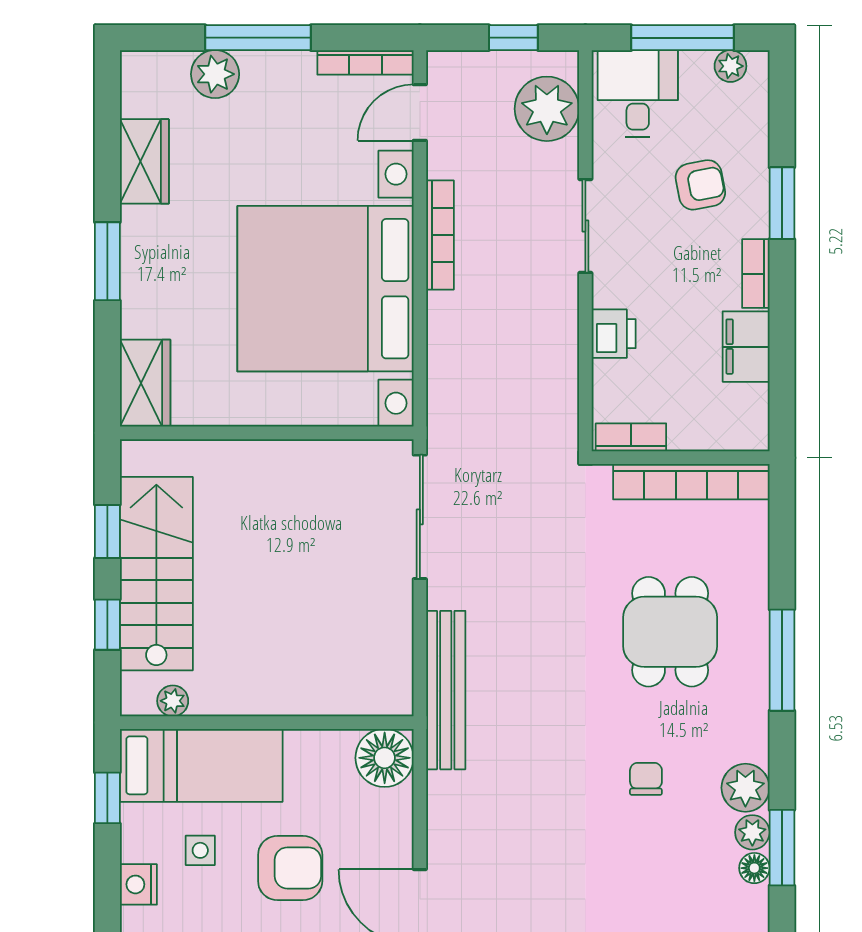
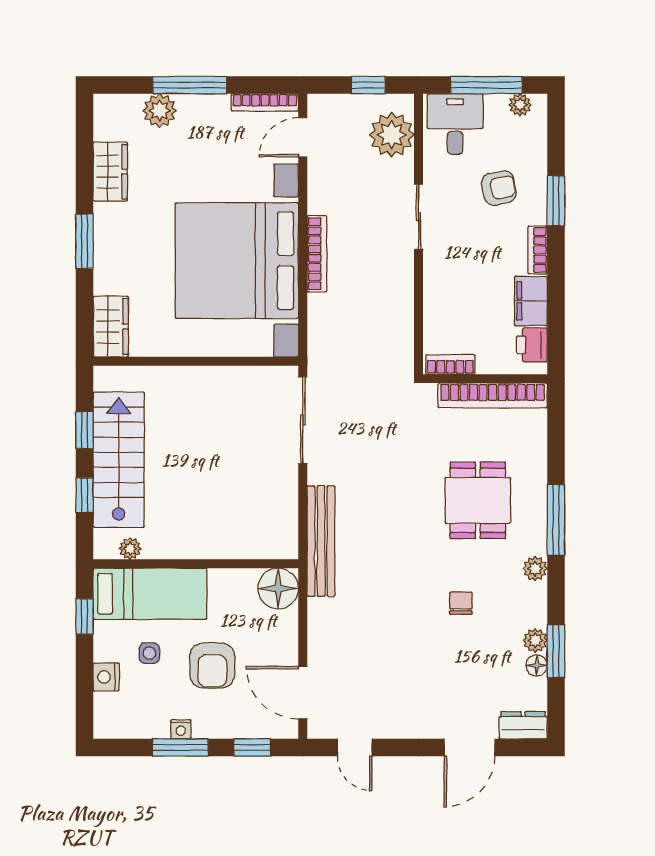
bookcase: (440, 235) -> (317, 254), moved
printer: (614, 334) -> (532, 345), moved, turned 180
plant: (745, 788) -> (535, 569), moved, width x0.73, depth x0.73
armchair: (290, 868) -> (212, 665), turned 90

